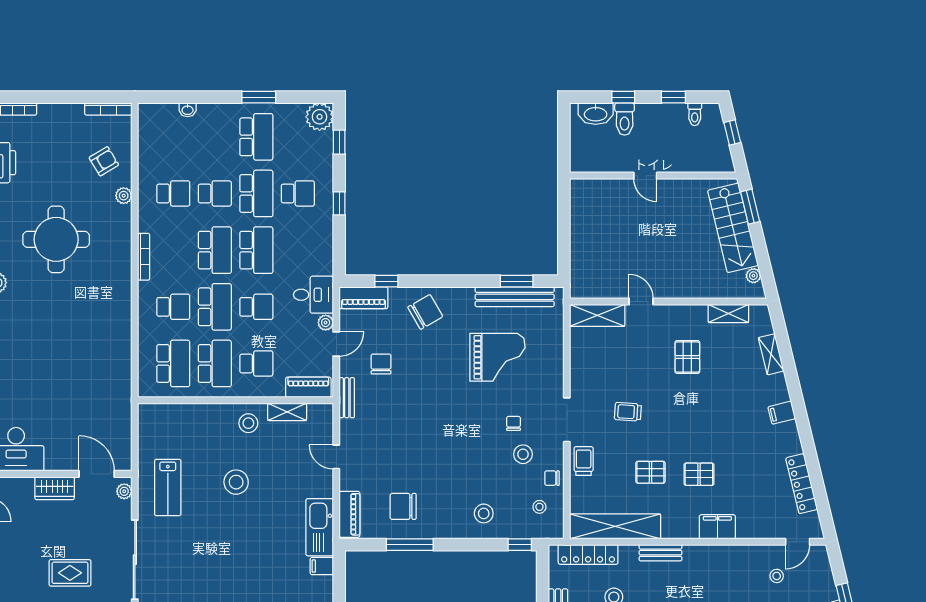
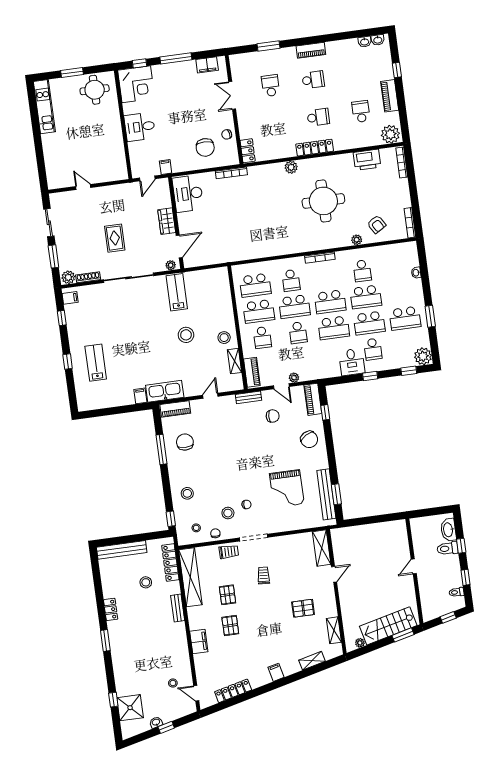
school desk: (215, 193) -> (366, 297), width x1.85
desk: (313, 295) -> (352, 362), moved
lab bench: (168, 487) -> (177, 292), turned 90

